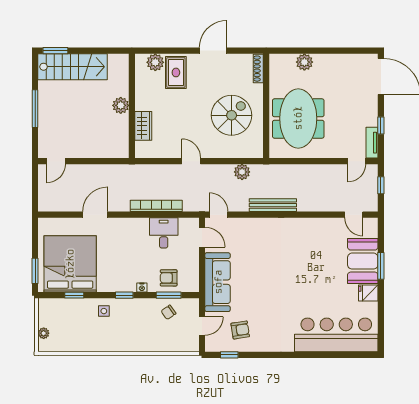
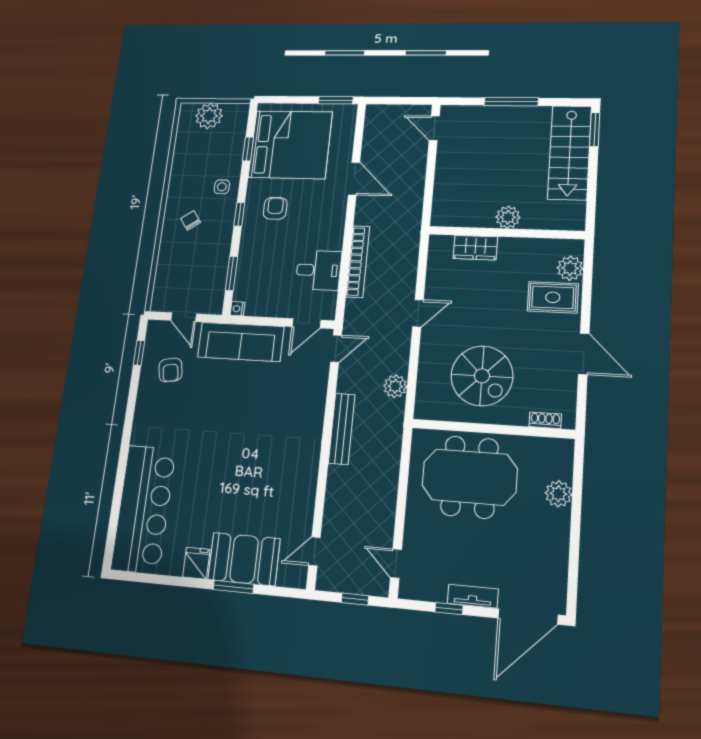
shoe rack: (258, 69) -> (545, 420), width x0.70
tv unit: (372, 143) -> (473, 596), moved
window: (35, 271) -> (336, 100), moved
armchair: (169, 278) -> (275, 208), moved
nightstand: (142, 288) -> (237, 309), moved
chair: (168, 312) -> (191, 220), moved
plant: (44, 333) -> (209, 116), width x1.88, depth x1.88

